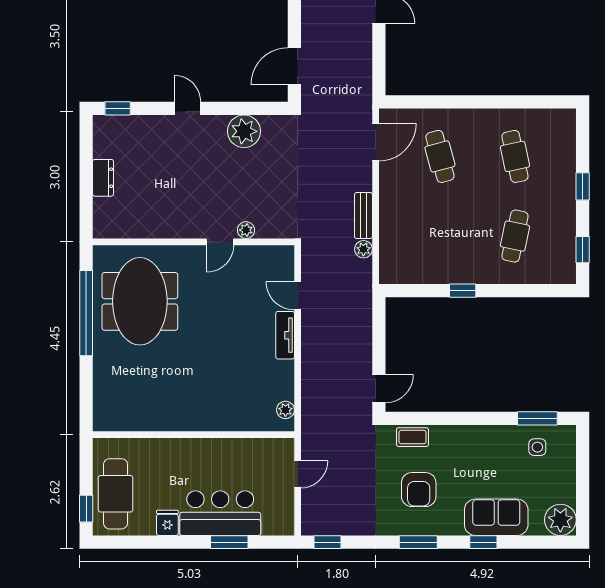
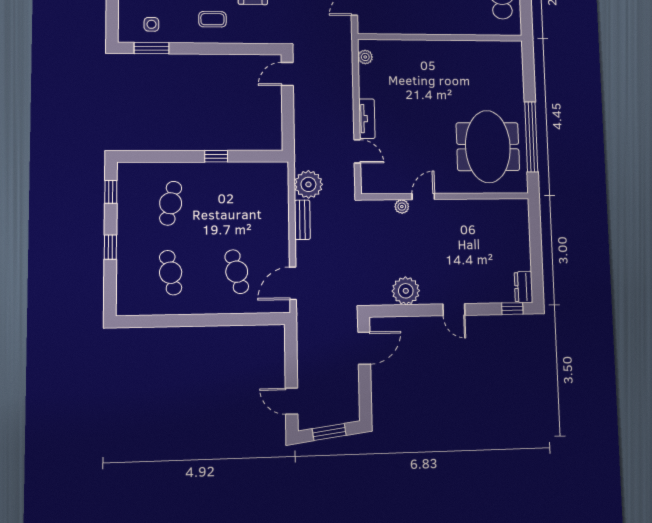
dresser: (103, 178) -> (524, 287), moved
plant: (363, 249) -> (308, 184), width x1.87, depth x1.87
coffee table: (412, 437) -> (212, 19), moved

